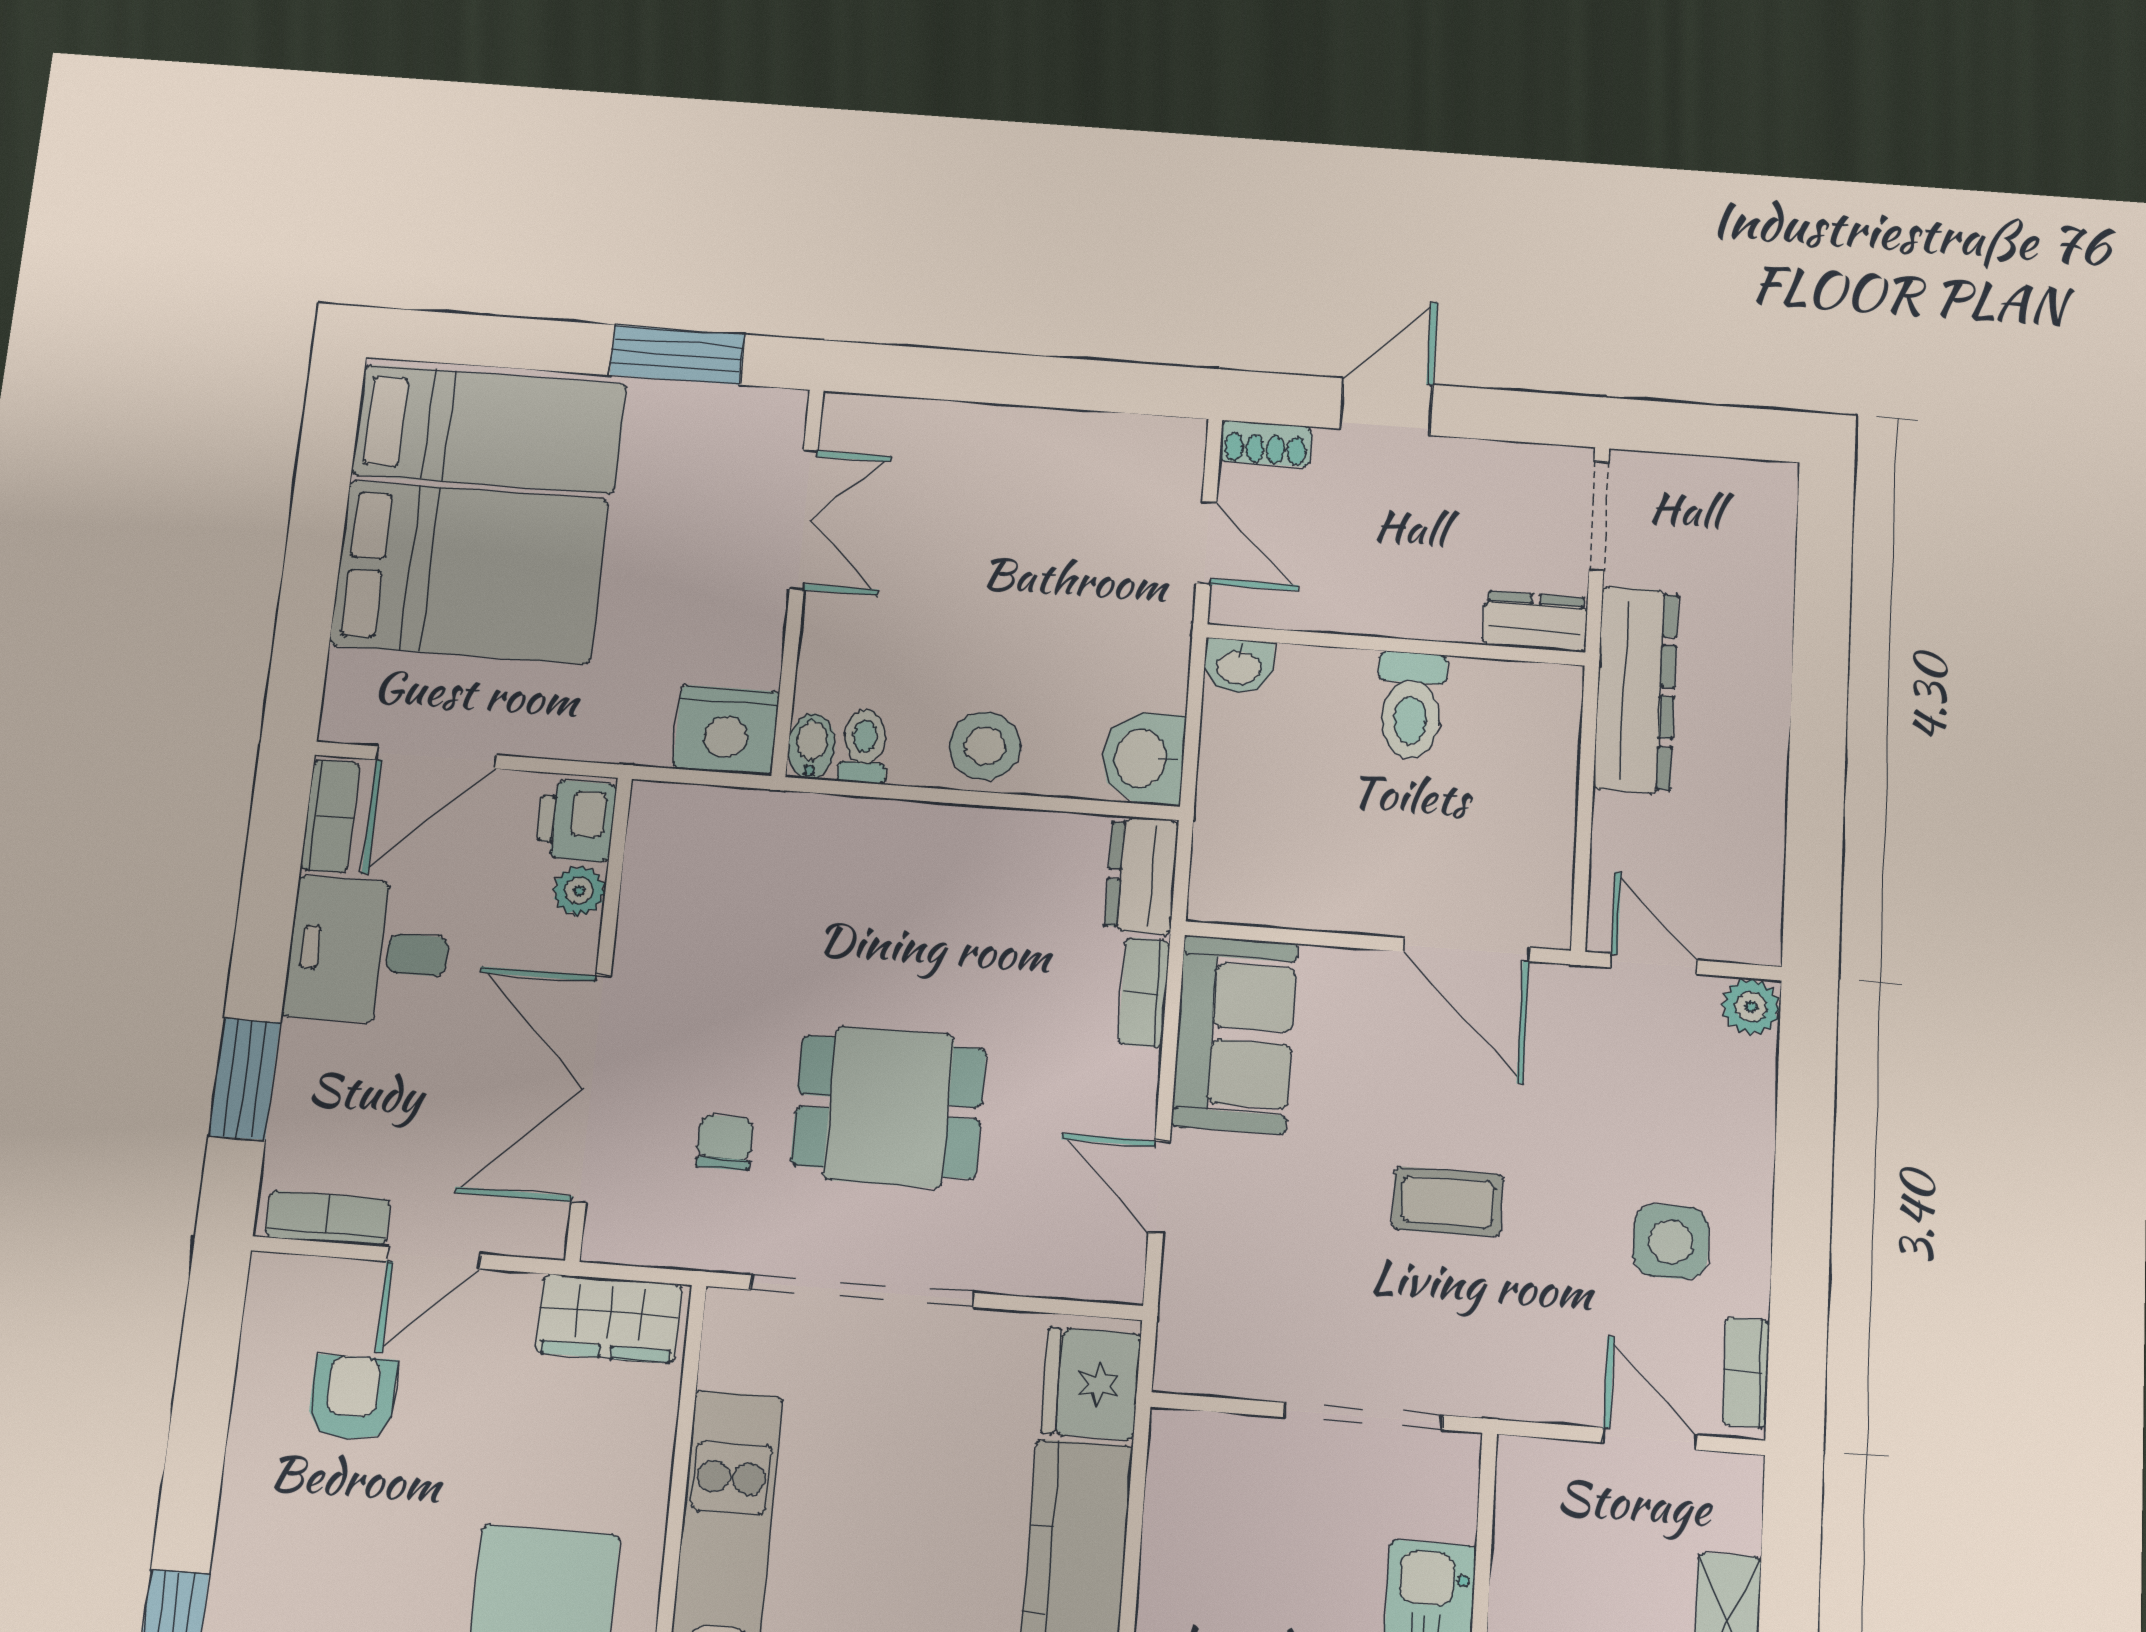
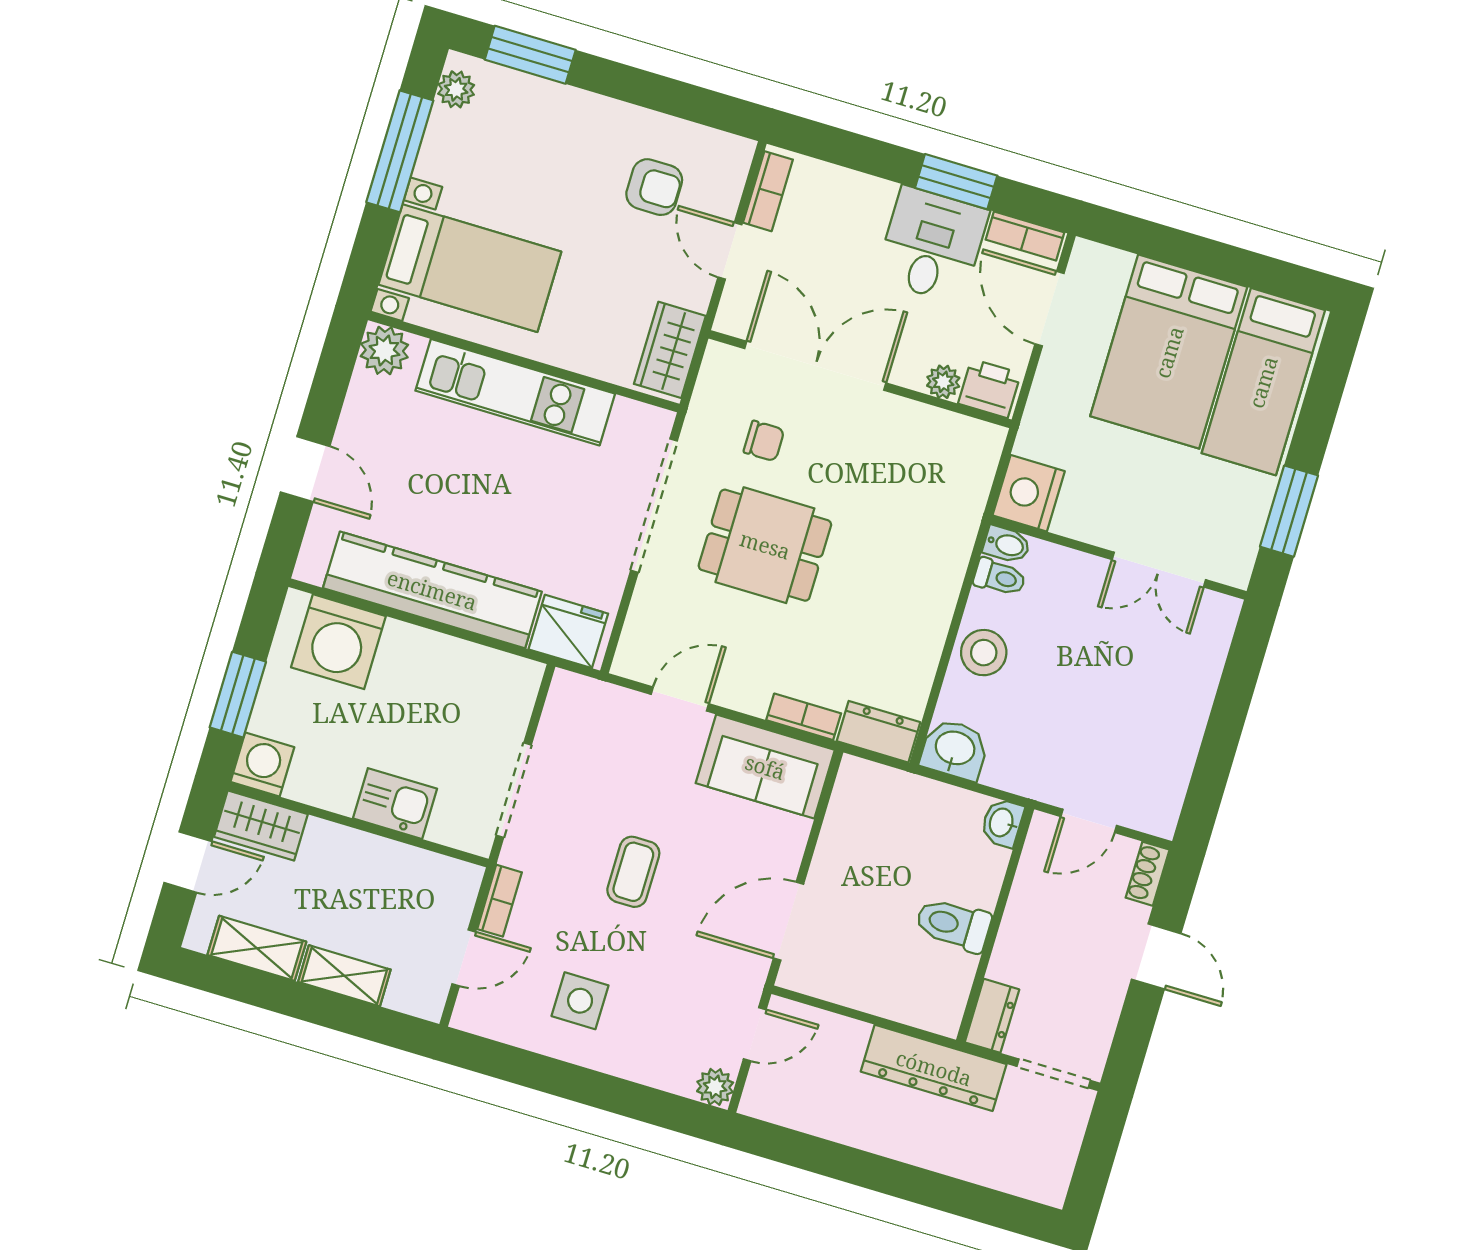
window: (244, 1079) -> (956, 182), moved
dining table: (889, 1107) -> (765, 545), turned 90
bookcase: (1746, 1372) -> (500, 901), moved, turned 90

